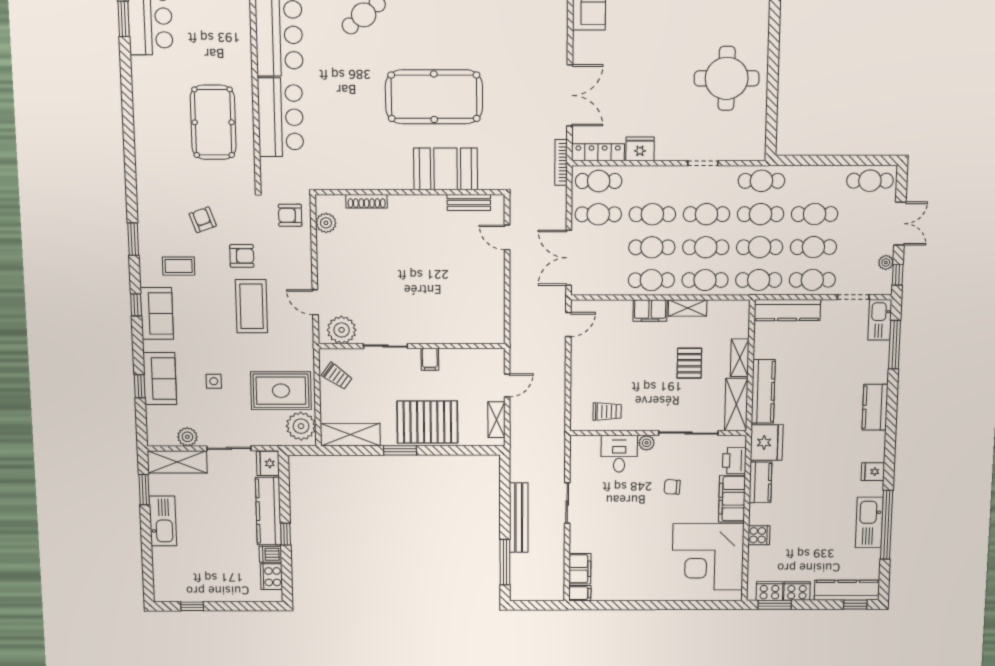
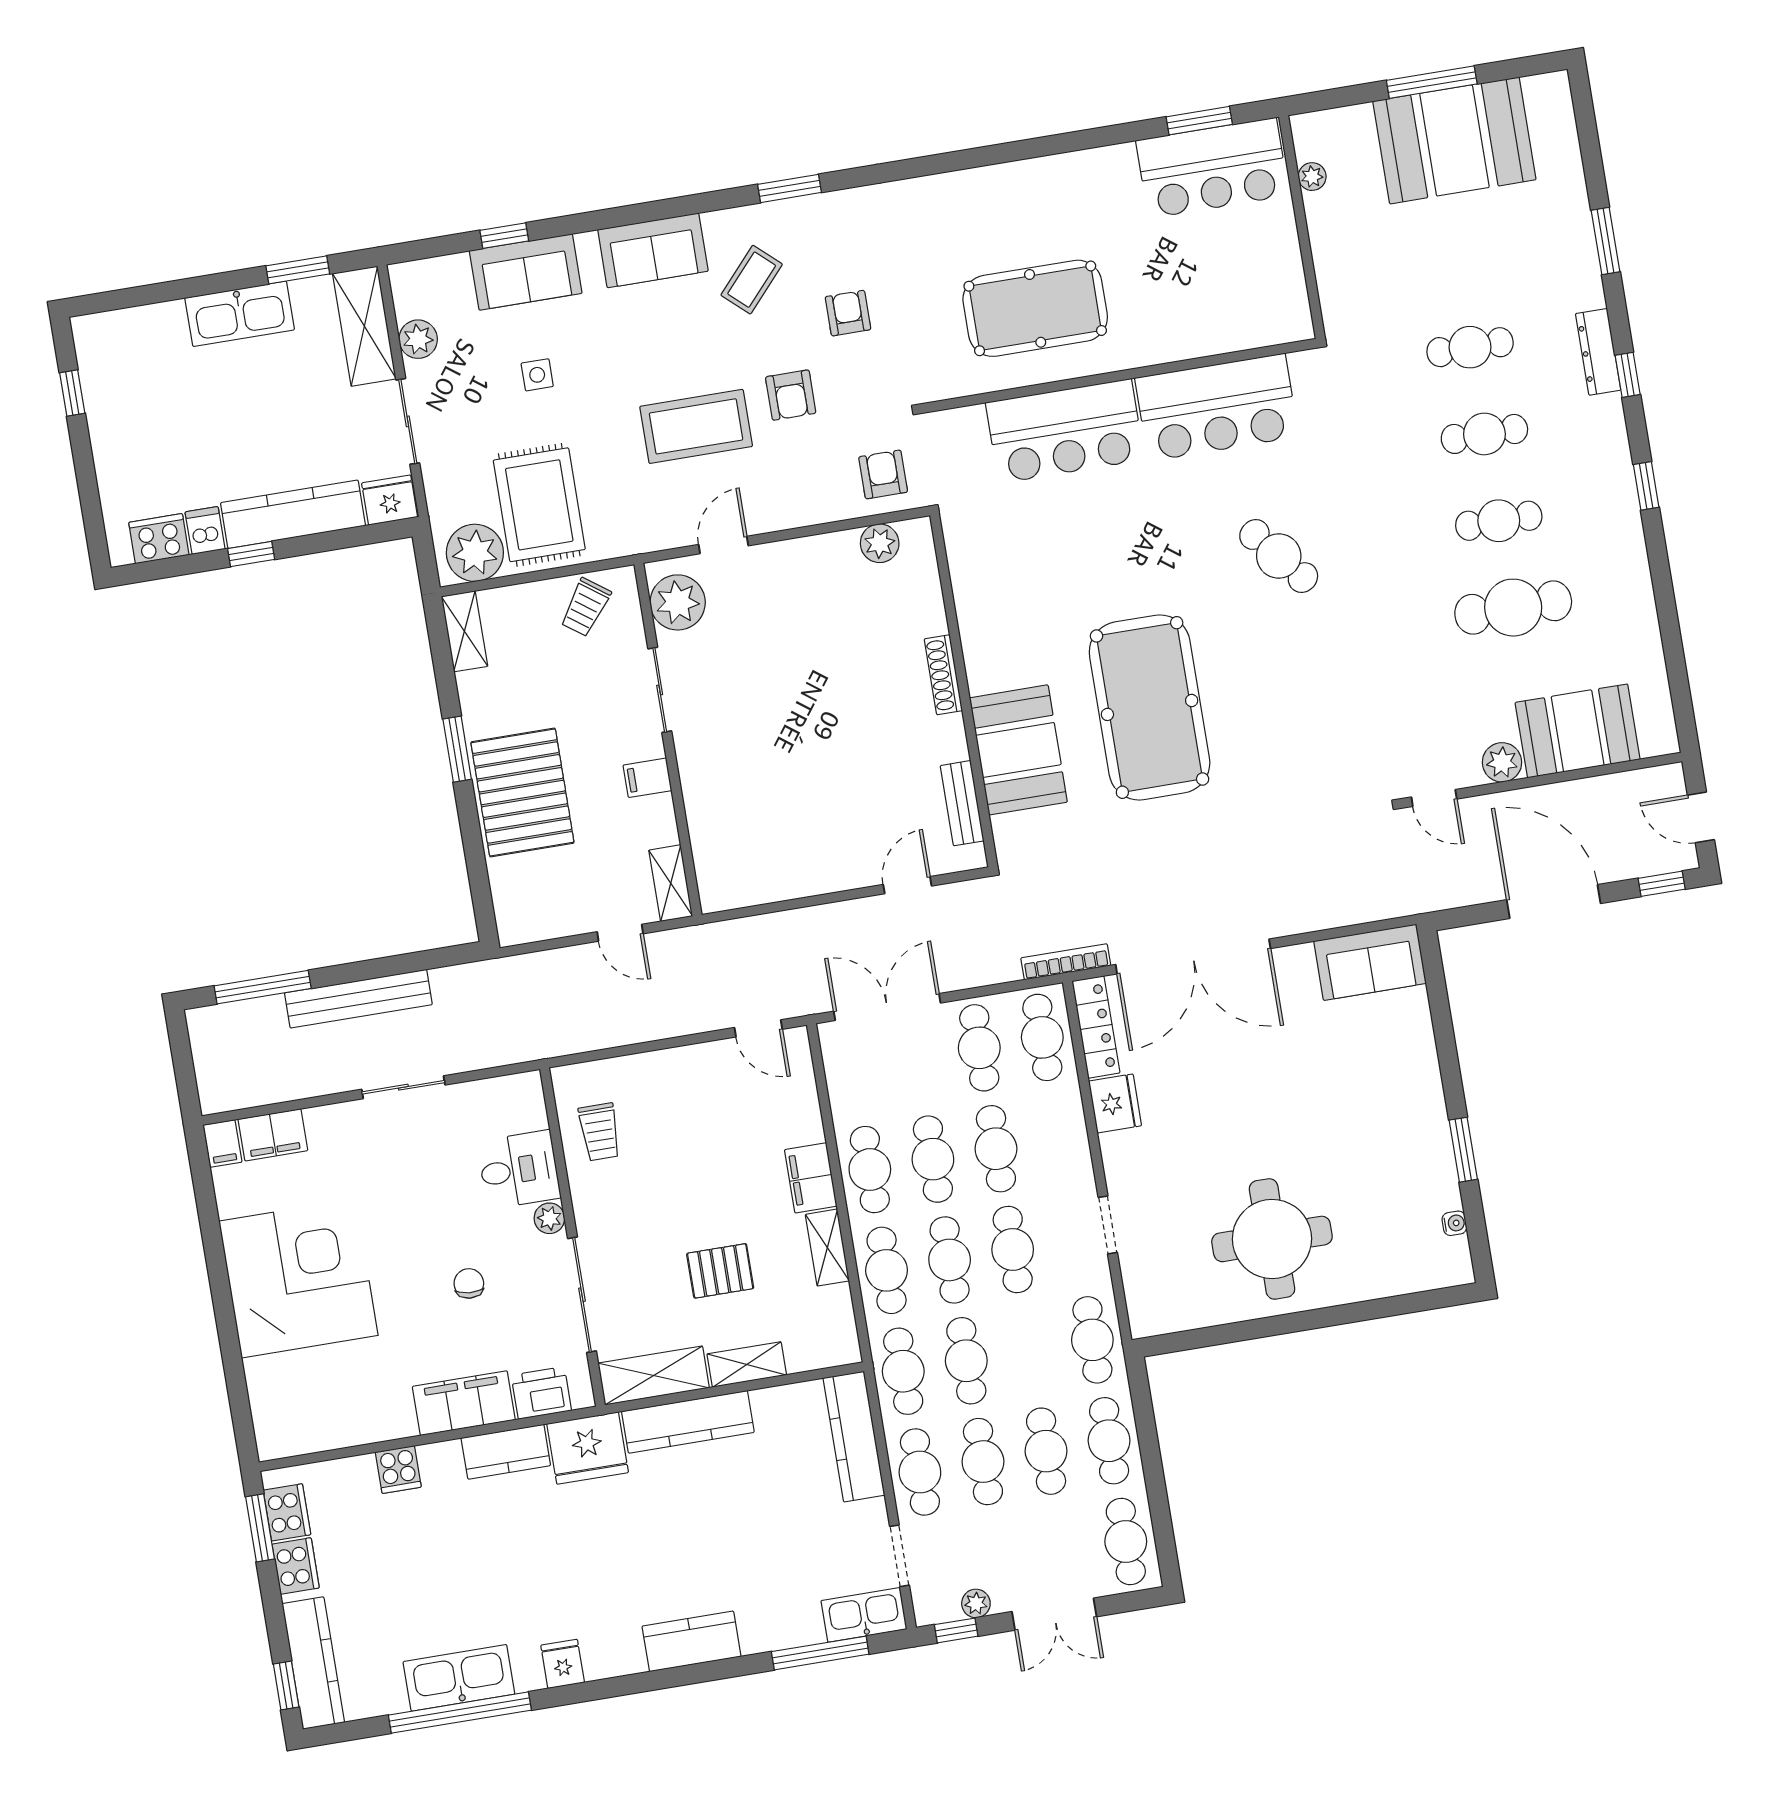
double door: (570, 95) -> (1193, 956), width x1.36
shoe rack: (367, 201) -> (943, 675), moved
cafe table: (761, 214) -> (1109, 1441), moved
armchair: (203, 220) -> (848, 313), turned -70
coffee table: (179, 266) -> (752, 280), turned 42
window: (136, 305) -> (663, 209), removed
shelving: (496, 420) -> (671, 883), moved, turned 90
shelving: (350, 435) -> (464, 631), width x0.67, depth x0.75
corner desk: (708, 557) -> (298, 1278), moved, turned 90

